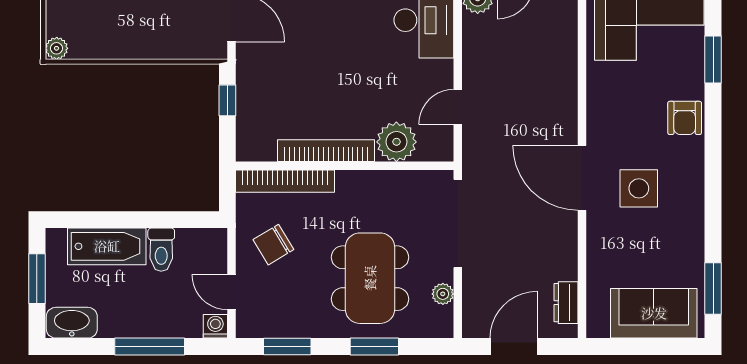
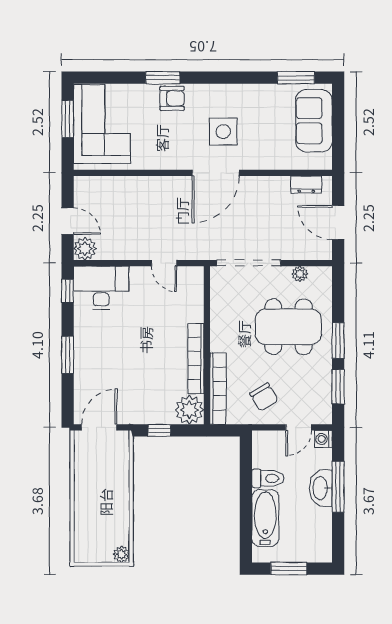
window: (713, 59) -> (163, 78), moved
plant: (396, 142) -> (189, 410), moved
washbasin: (72, 323) -> (321, 488), moved
window: (374, 347) -> (338, 341), moved

